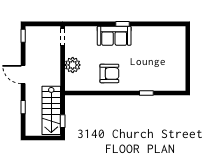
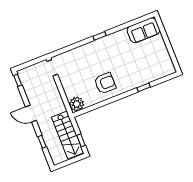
sofa: (114, 36) -> (143, 30), moved
plant: (73, 65) -> (77, 104), moved

